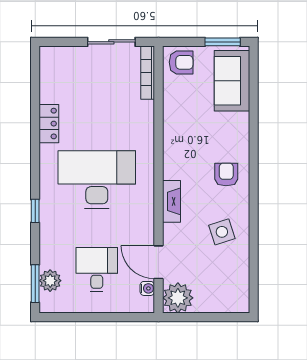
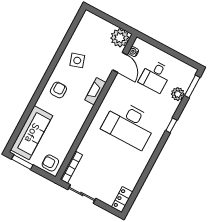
sofa: (232, 81) -> (32, 133), width x1.36
locker: (49, 124) -> (122, 199), moved
armchair: (226, 174) -> (58, 90), turned 180
plant: (50, 281) -> (178, 94), moved

